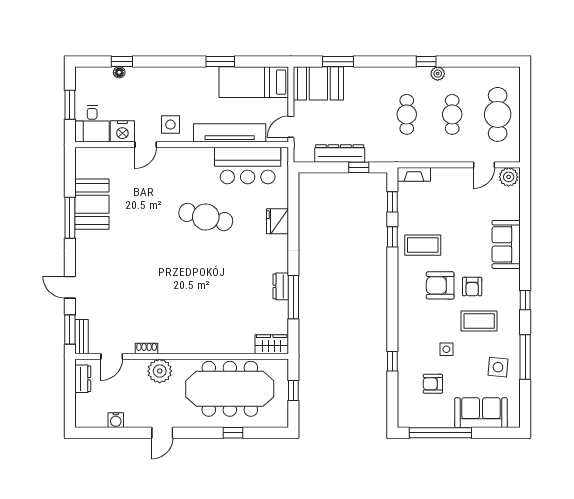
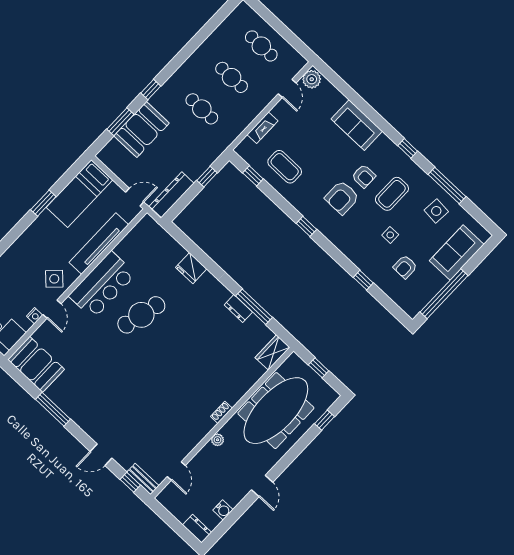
window: (426, 62) -> (151, 89), moved
plant: (438, 74) -> (194, 61), removed
booth: (318, 83) -> (142, 130), moved
cafe table: (498, 114) -> (261, 46), width x0.73, depth x0.74
side table: (170, 125) -> (54, 279), turned 45
door: (291, 127) -> (135, 197), swing flipped
nightstand: (122, 131) -> (35, 316), width x0.53, depth x0.56
dresser: (340, 153) -> (172, 195), moved
bar counter: (248, 166) -> (102, 285), moved
fireplace: (414, 174) -> (262, 128), moved
booth: (92, 204) -> (36, 364), moved
window: (392, 237) -> (306, 226), moved
coffee table: (423, 245) -> (285, 167), moved, turned 90
window: (70, 329) -> (130, 482), width x0.67
shoe rack: (147, 348) -> (221, 412), moved
plant: (160, 371) -> (218, 440), width x0.53, depth x0.53
dresser: (83, 379) -> (197, 529), moved
window: (233, 433) -> (324, 420), moved

